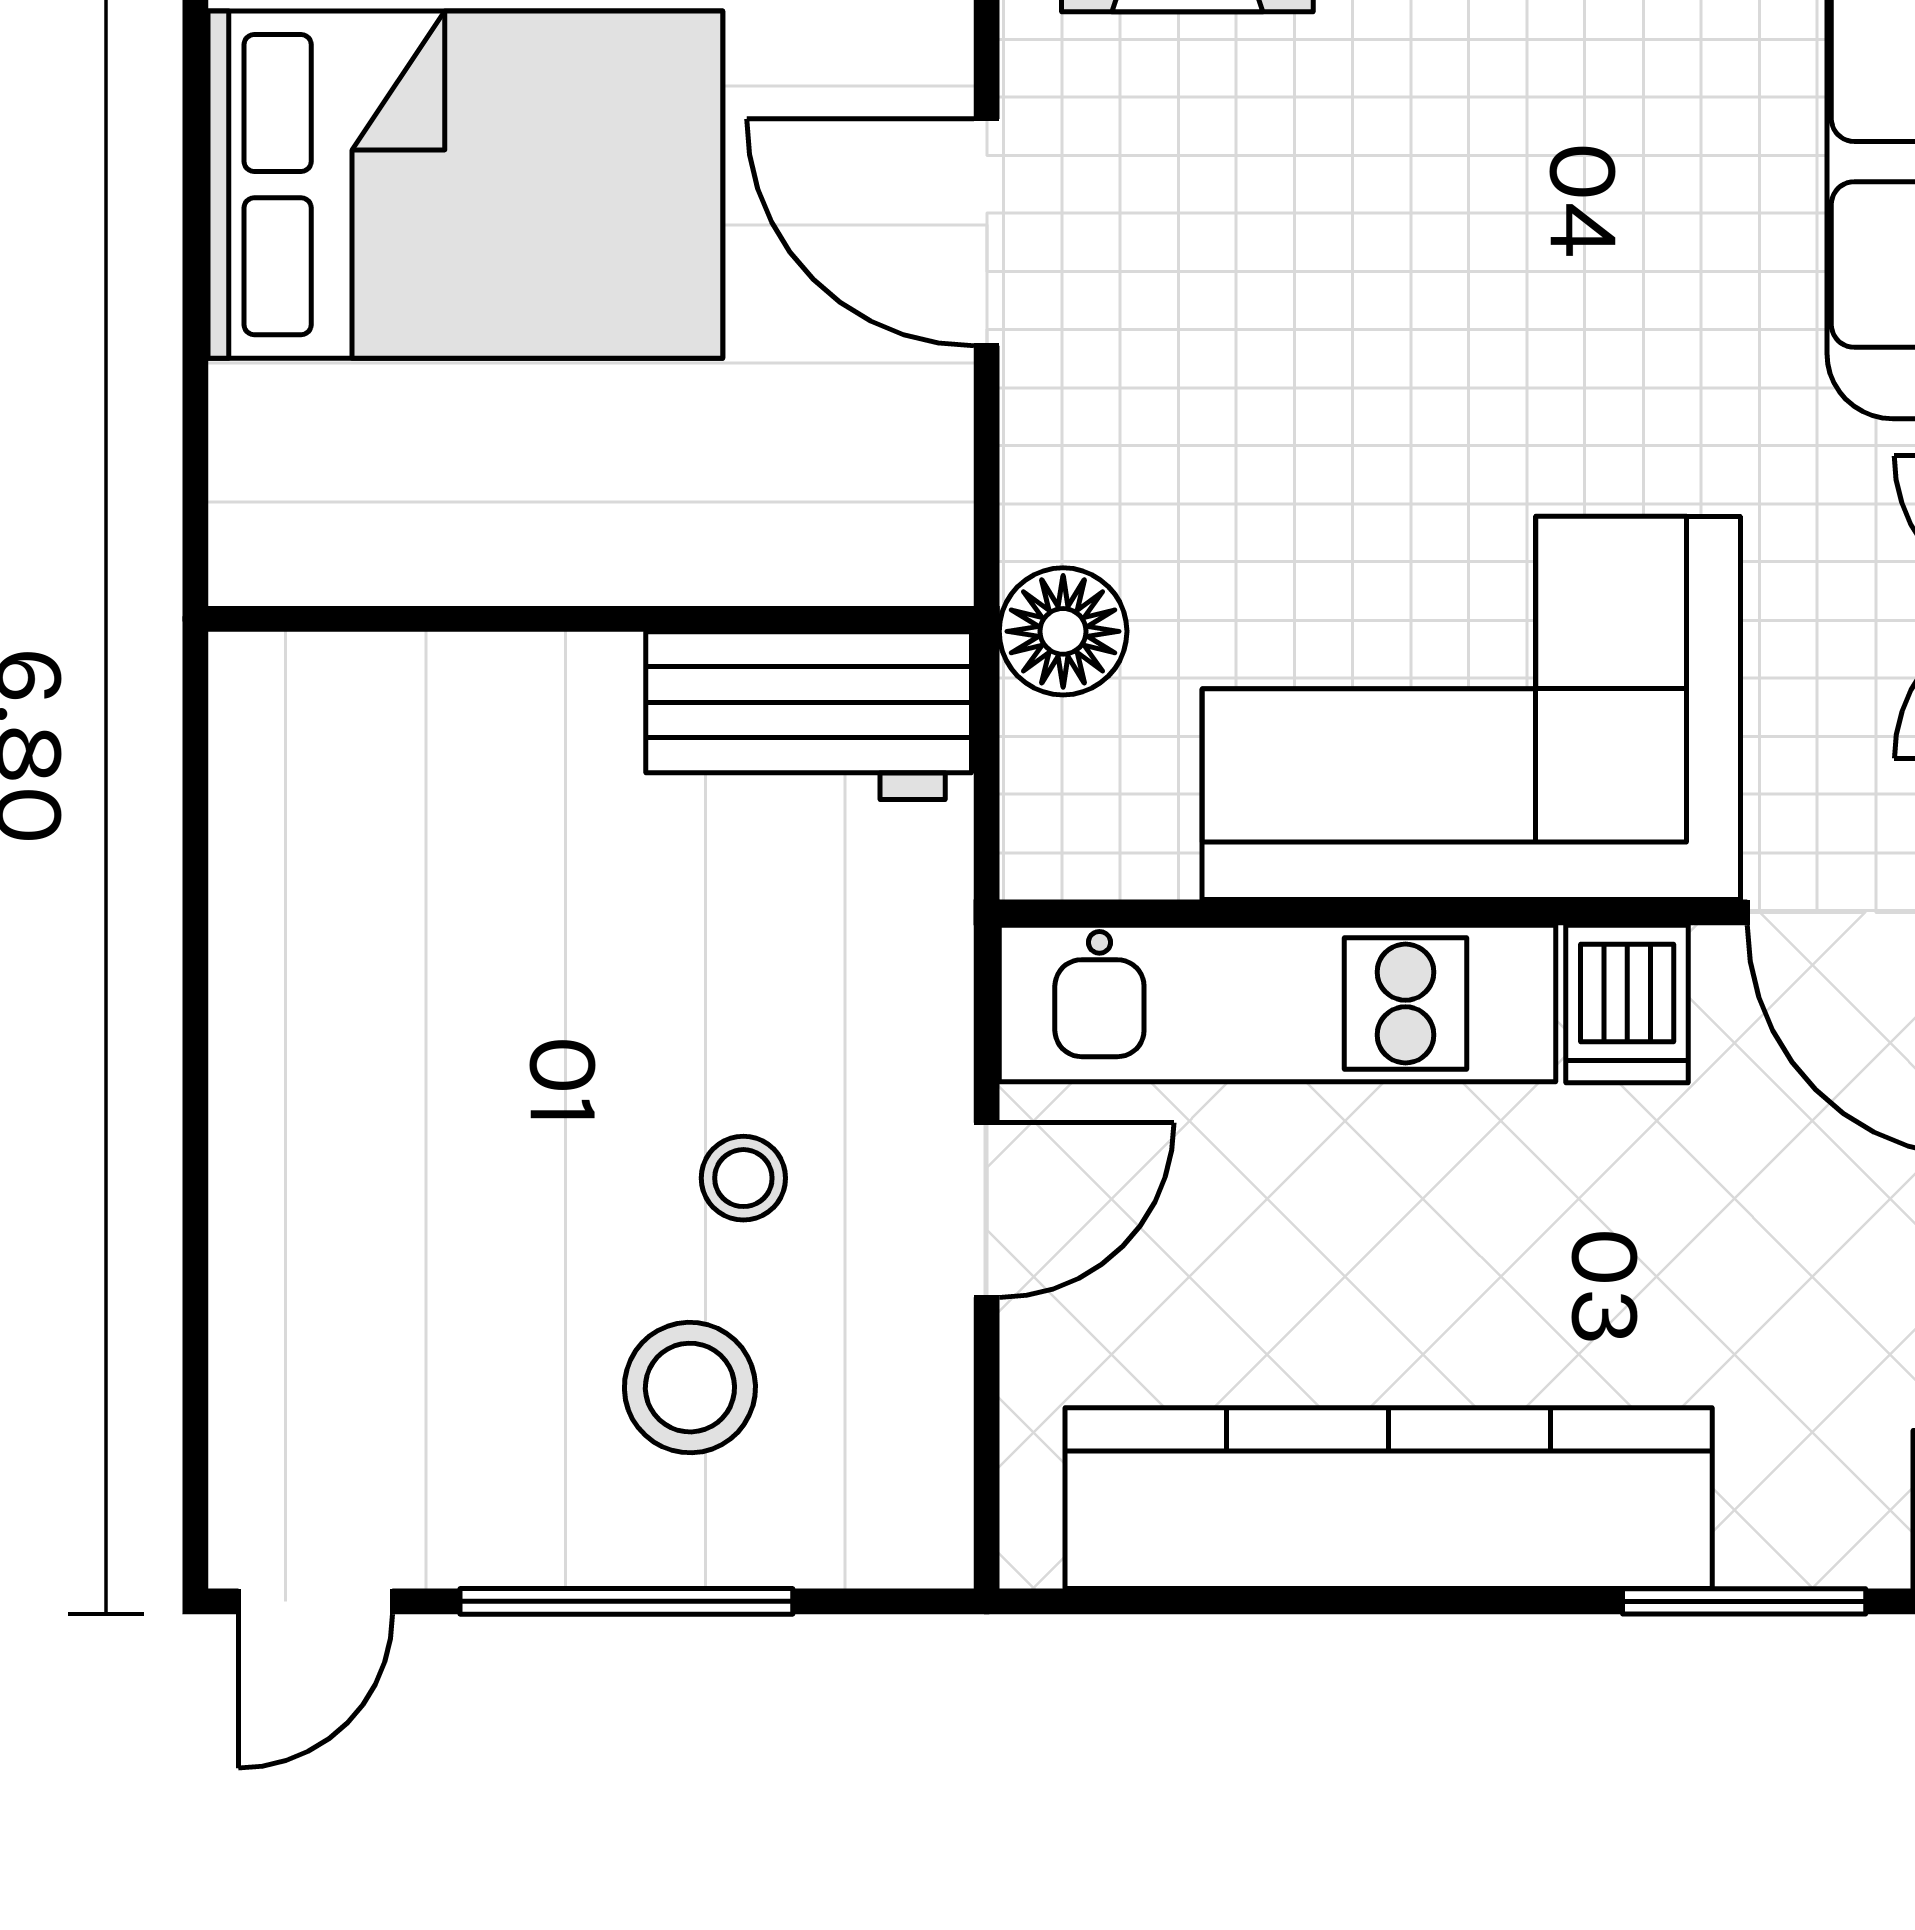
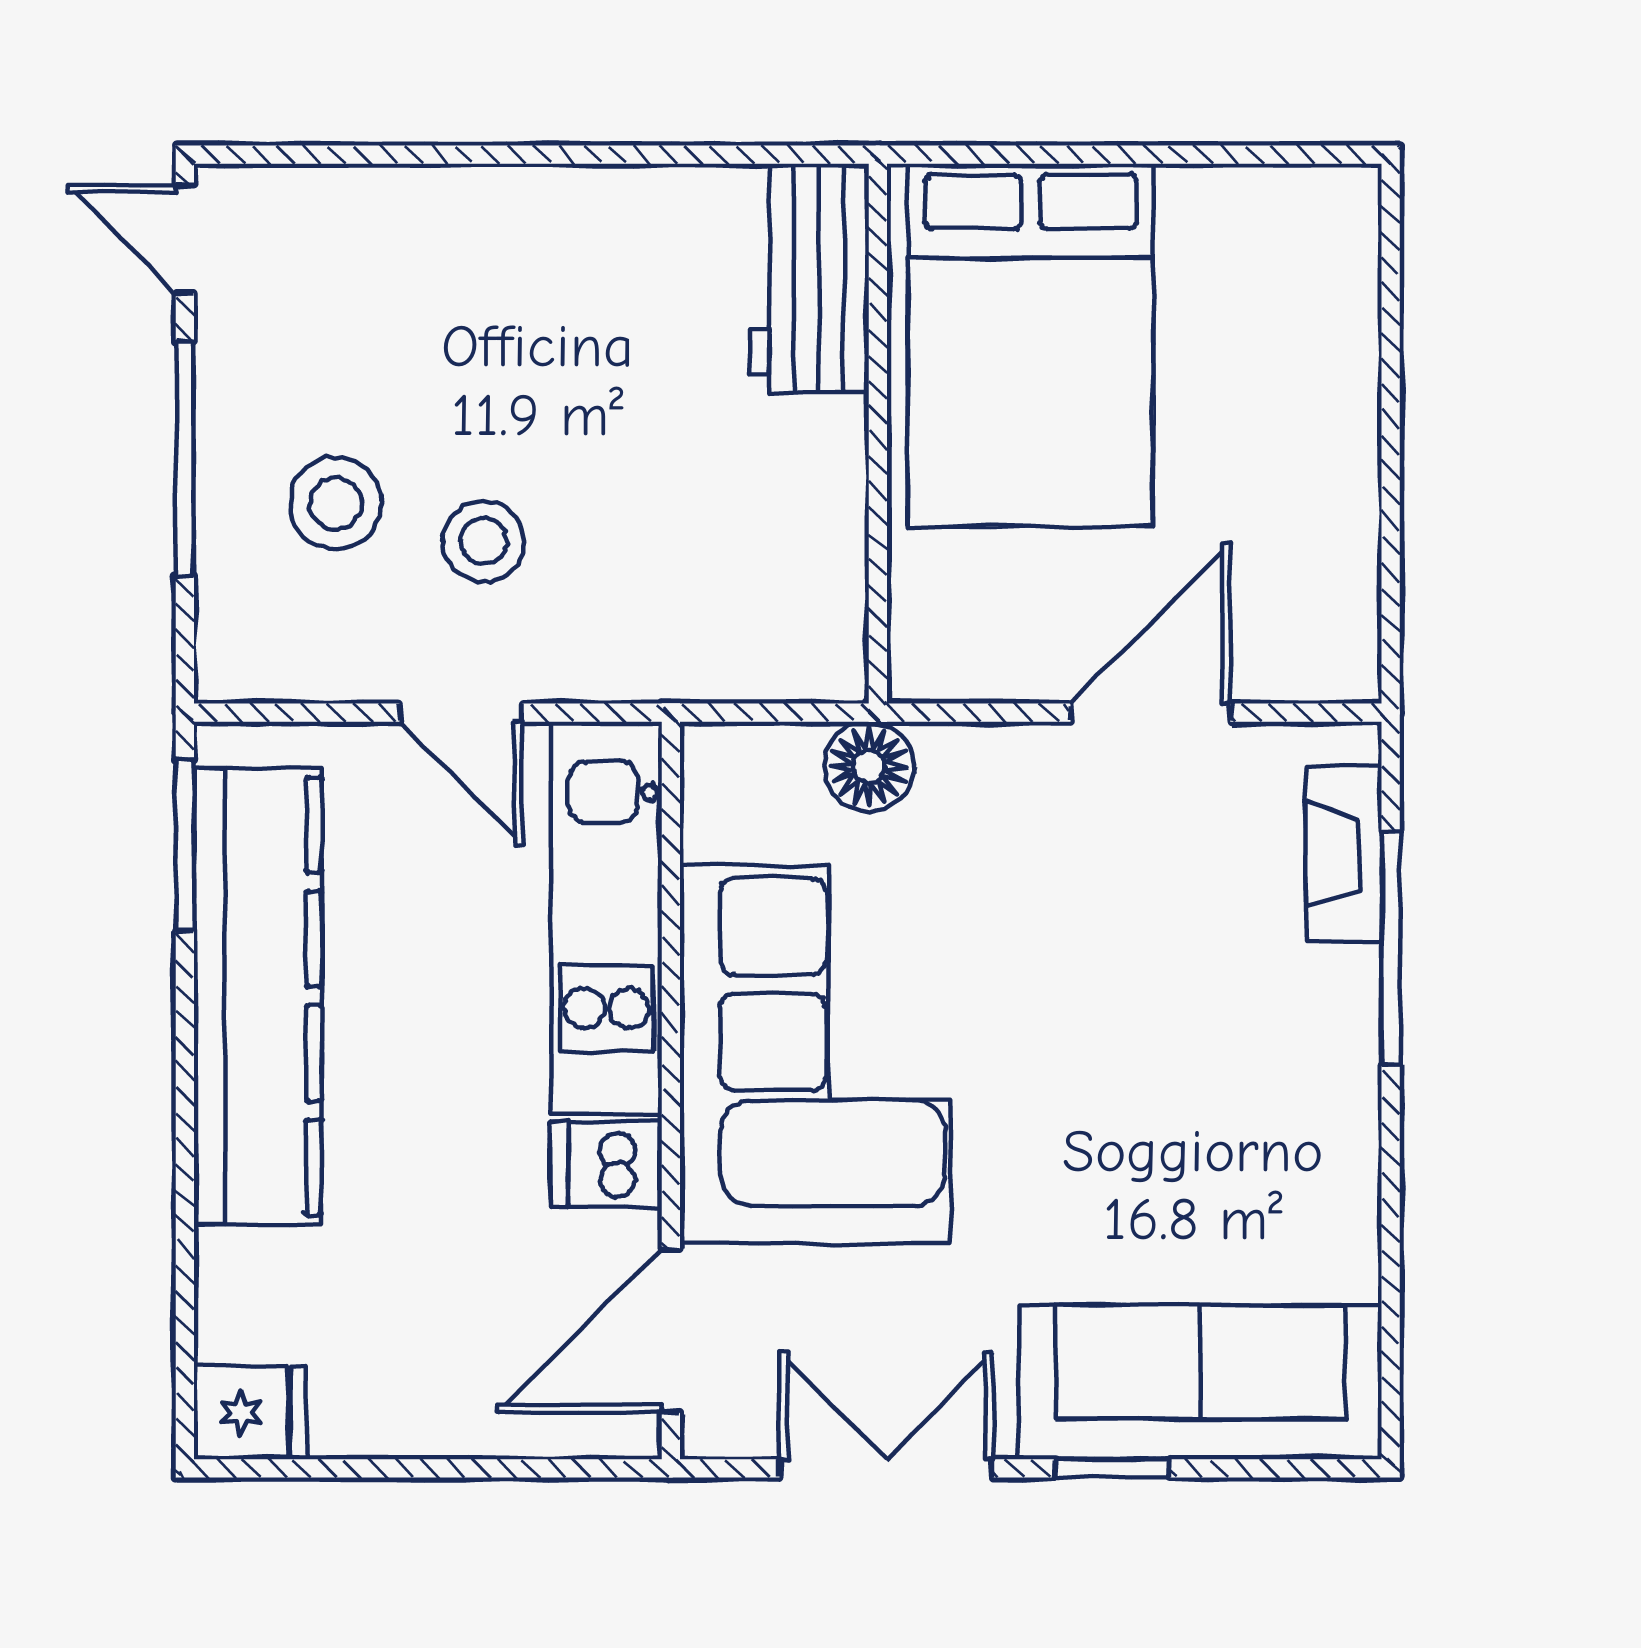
bed: (465, 185) -> (1031, 345), moved
workbench: (809, 716) -> (810, 278), moved
stool: (743, 1178) -> (483, 541), width x1.37, depth x1.37
window: (1744, 1601) -> (185, 845), moved

